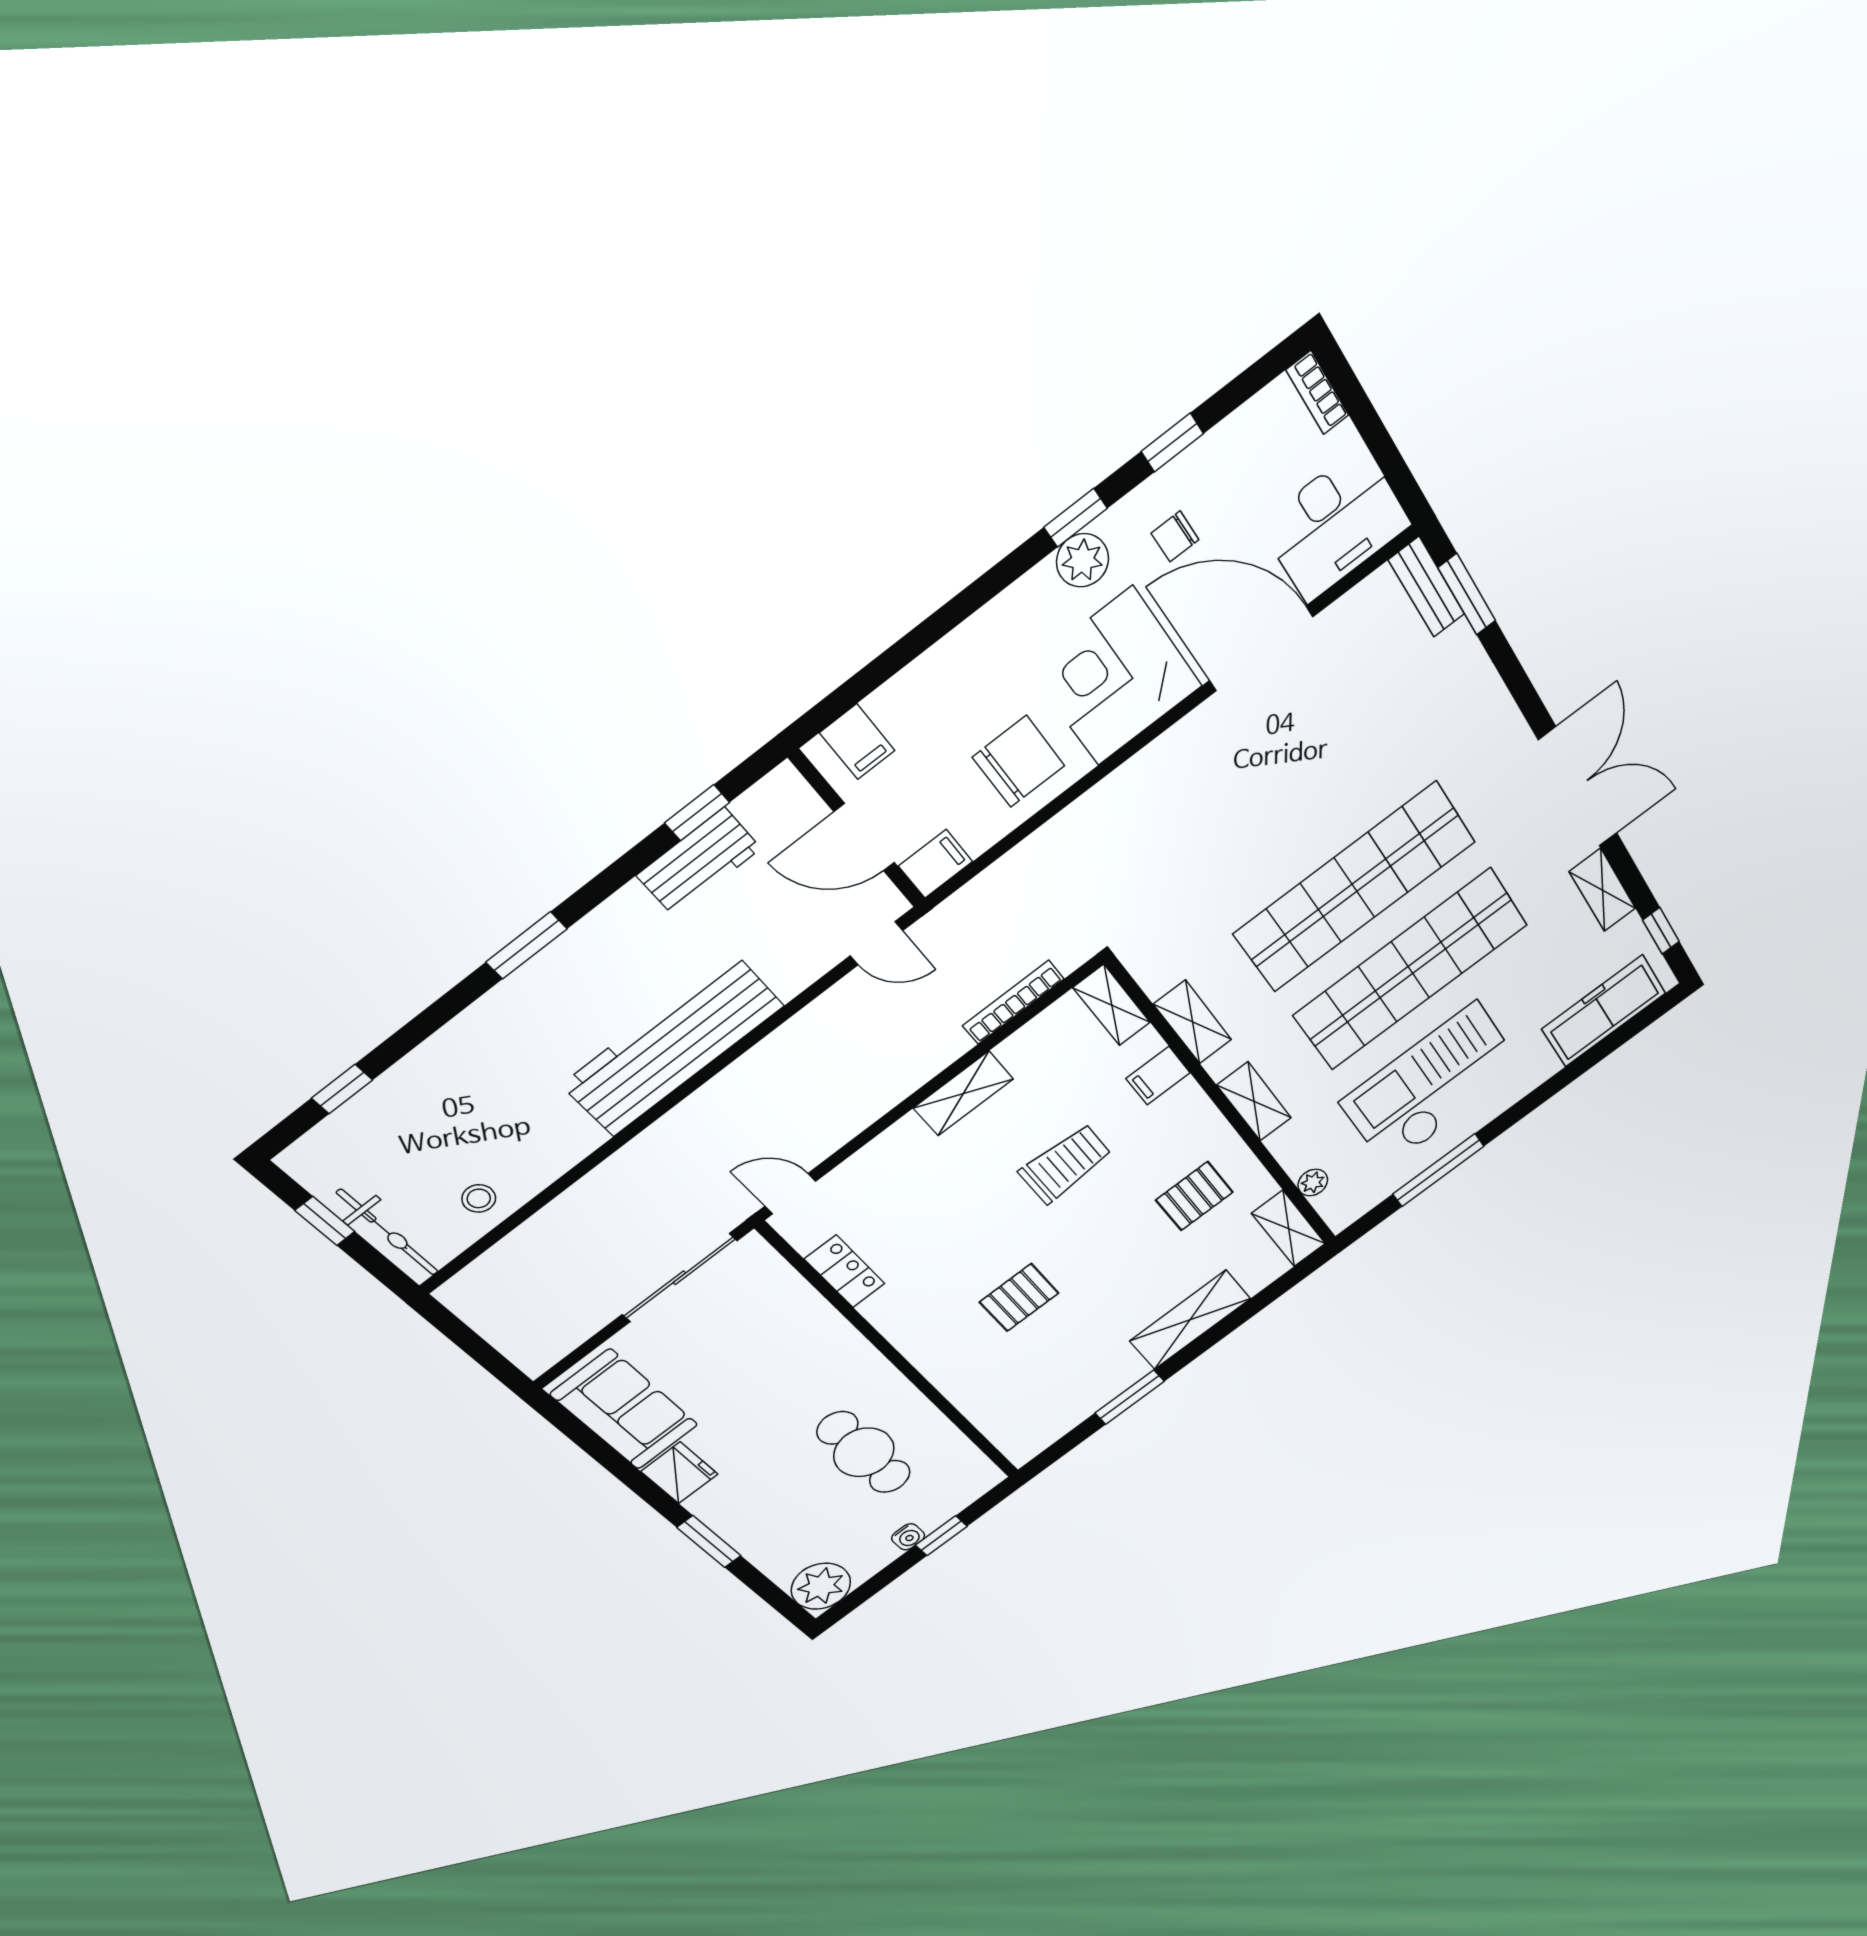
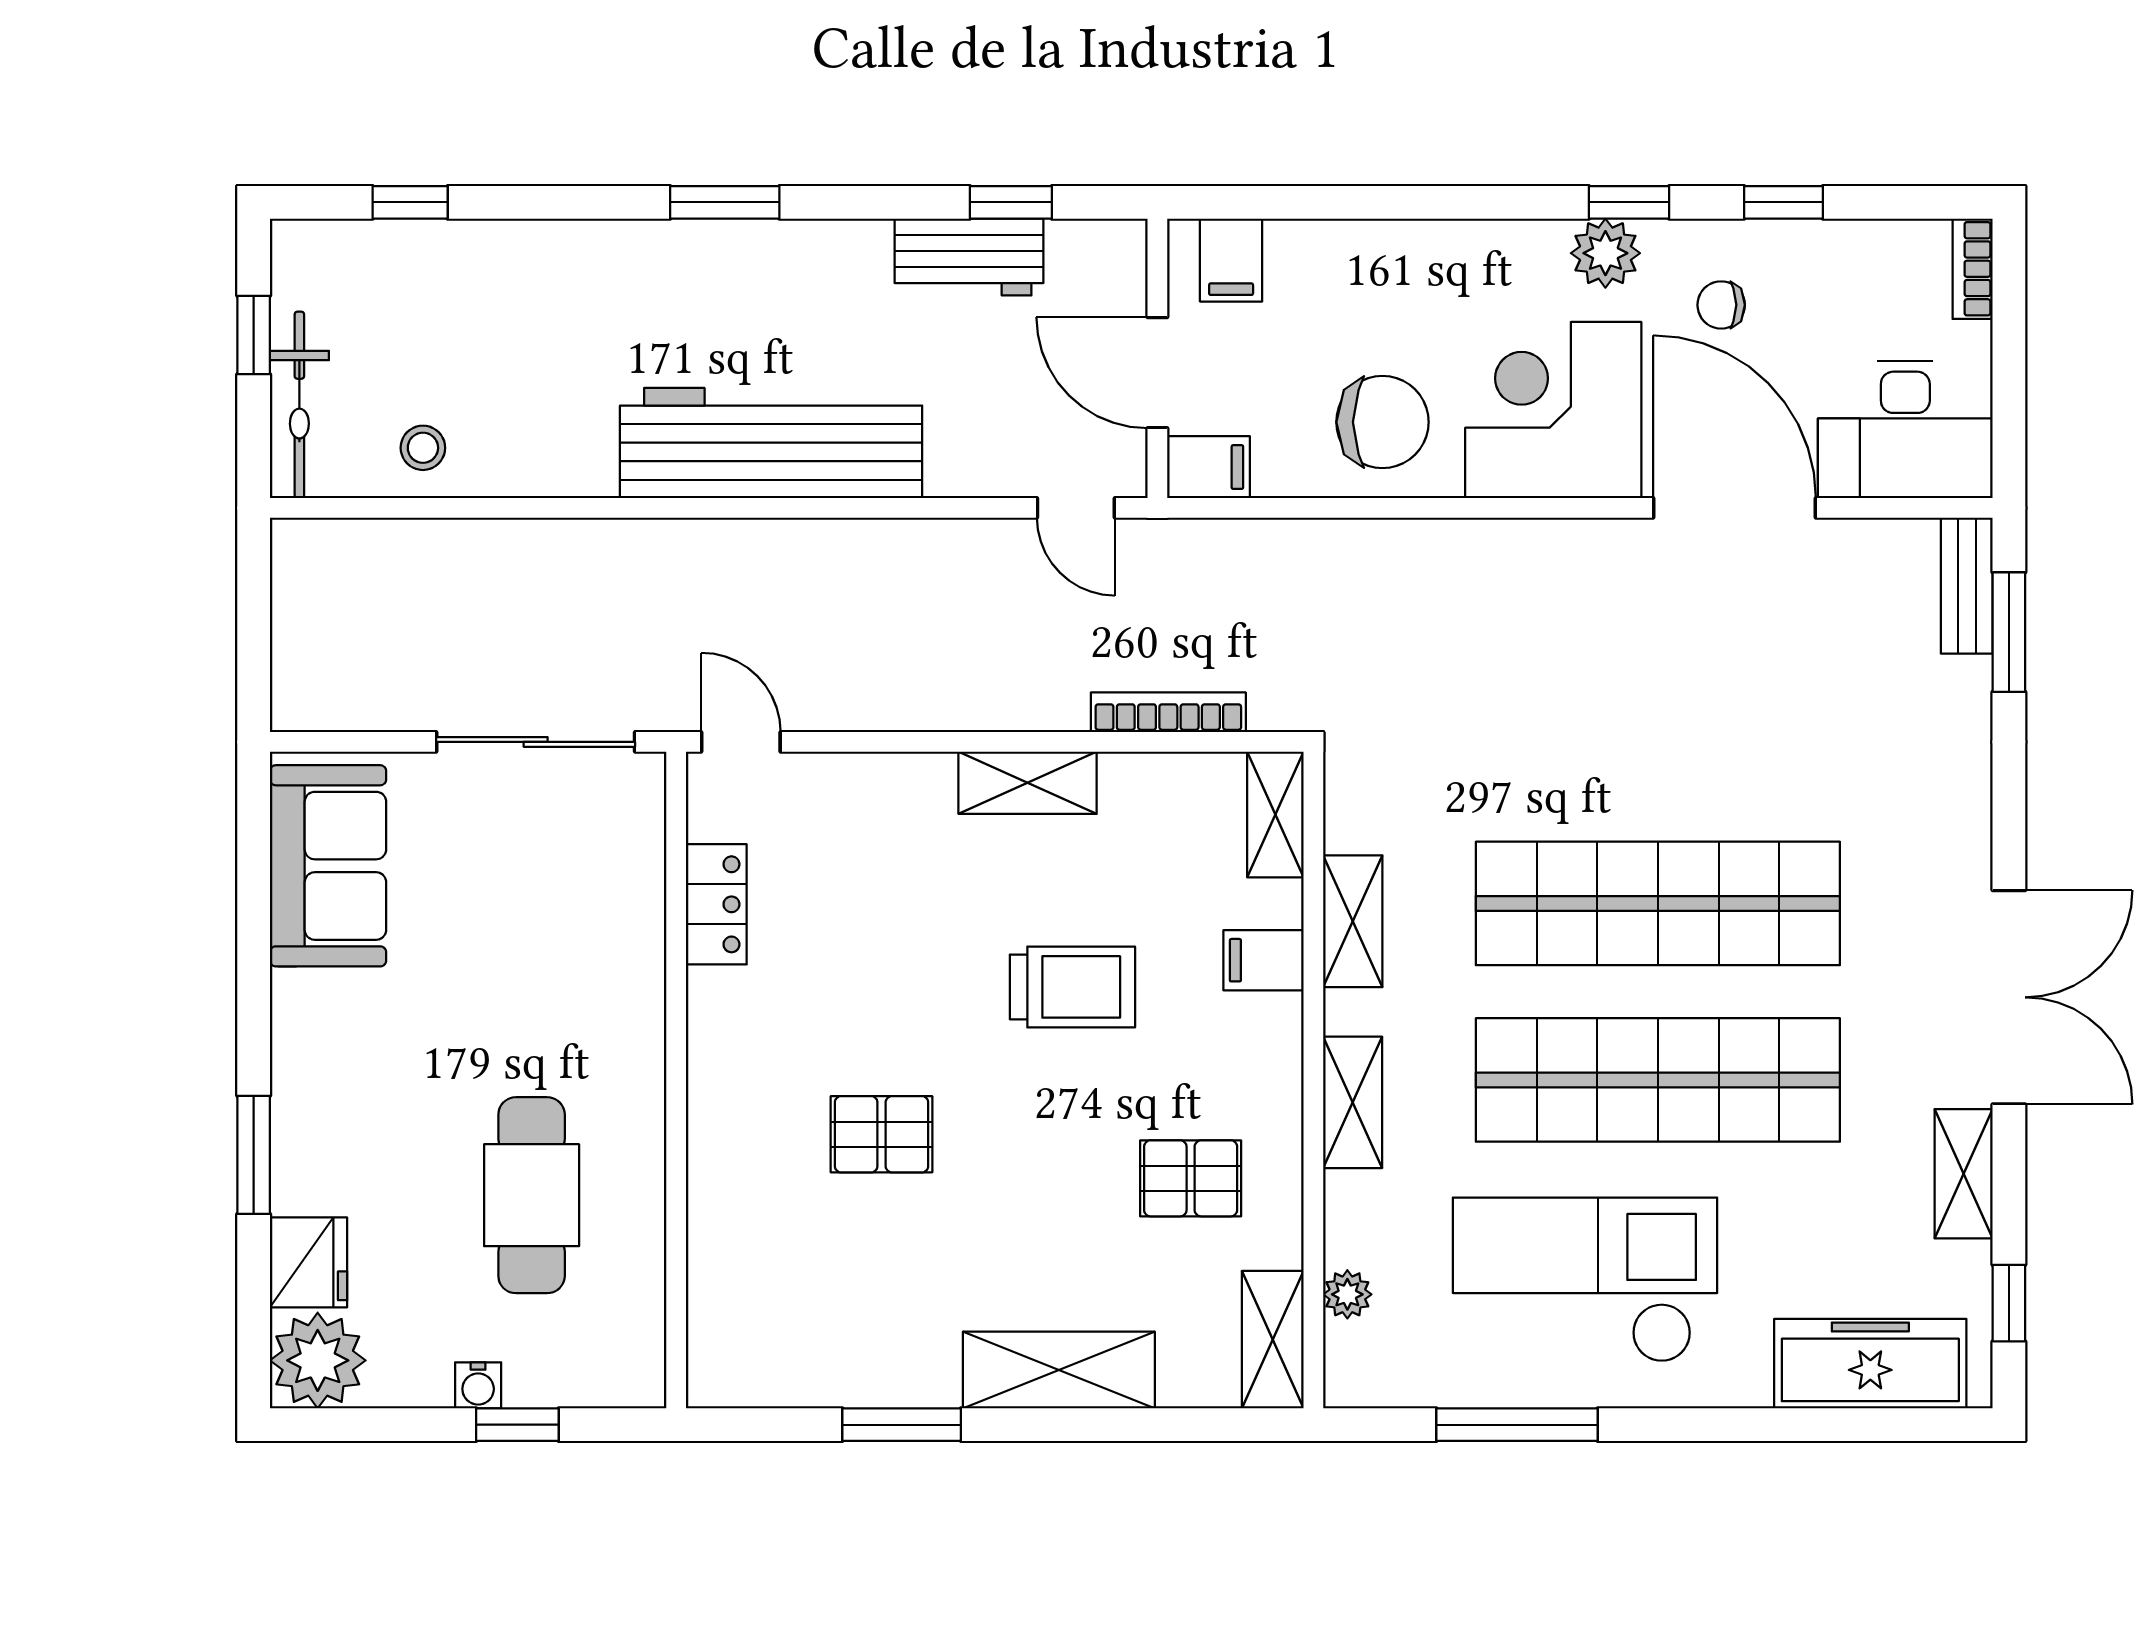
fridge: (679, 1473) -> (309, 1262), moved

